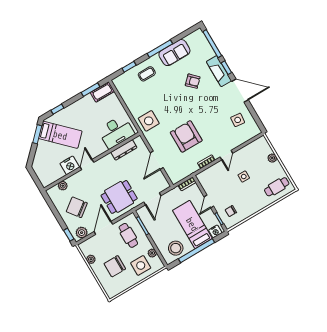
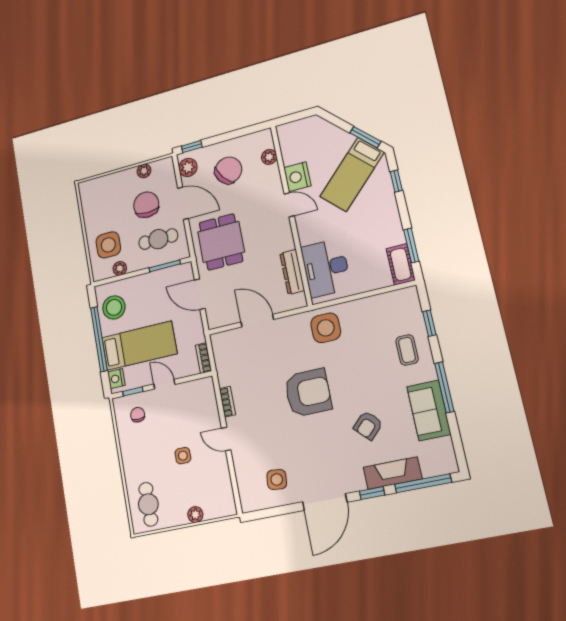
fireplace: (219, 71) -> (393, 473), moved
armchair: (186, 136) -> (308, 393), moved
chair: (115, 266) -> (146, 205), moved

